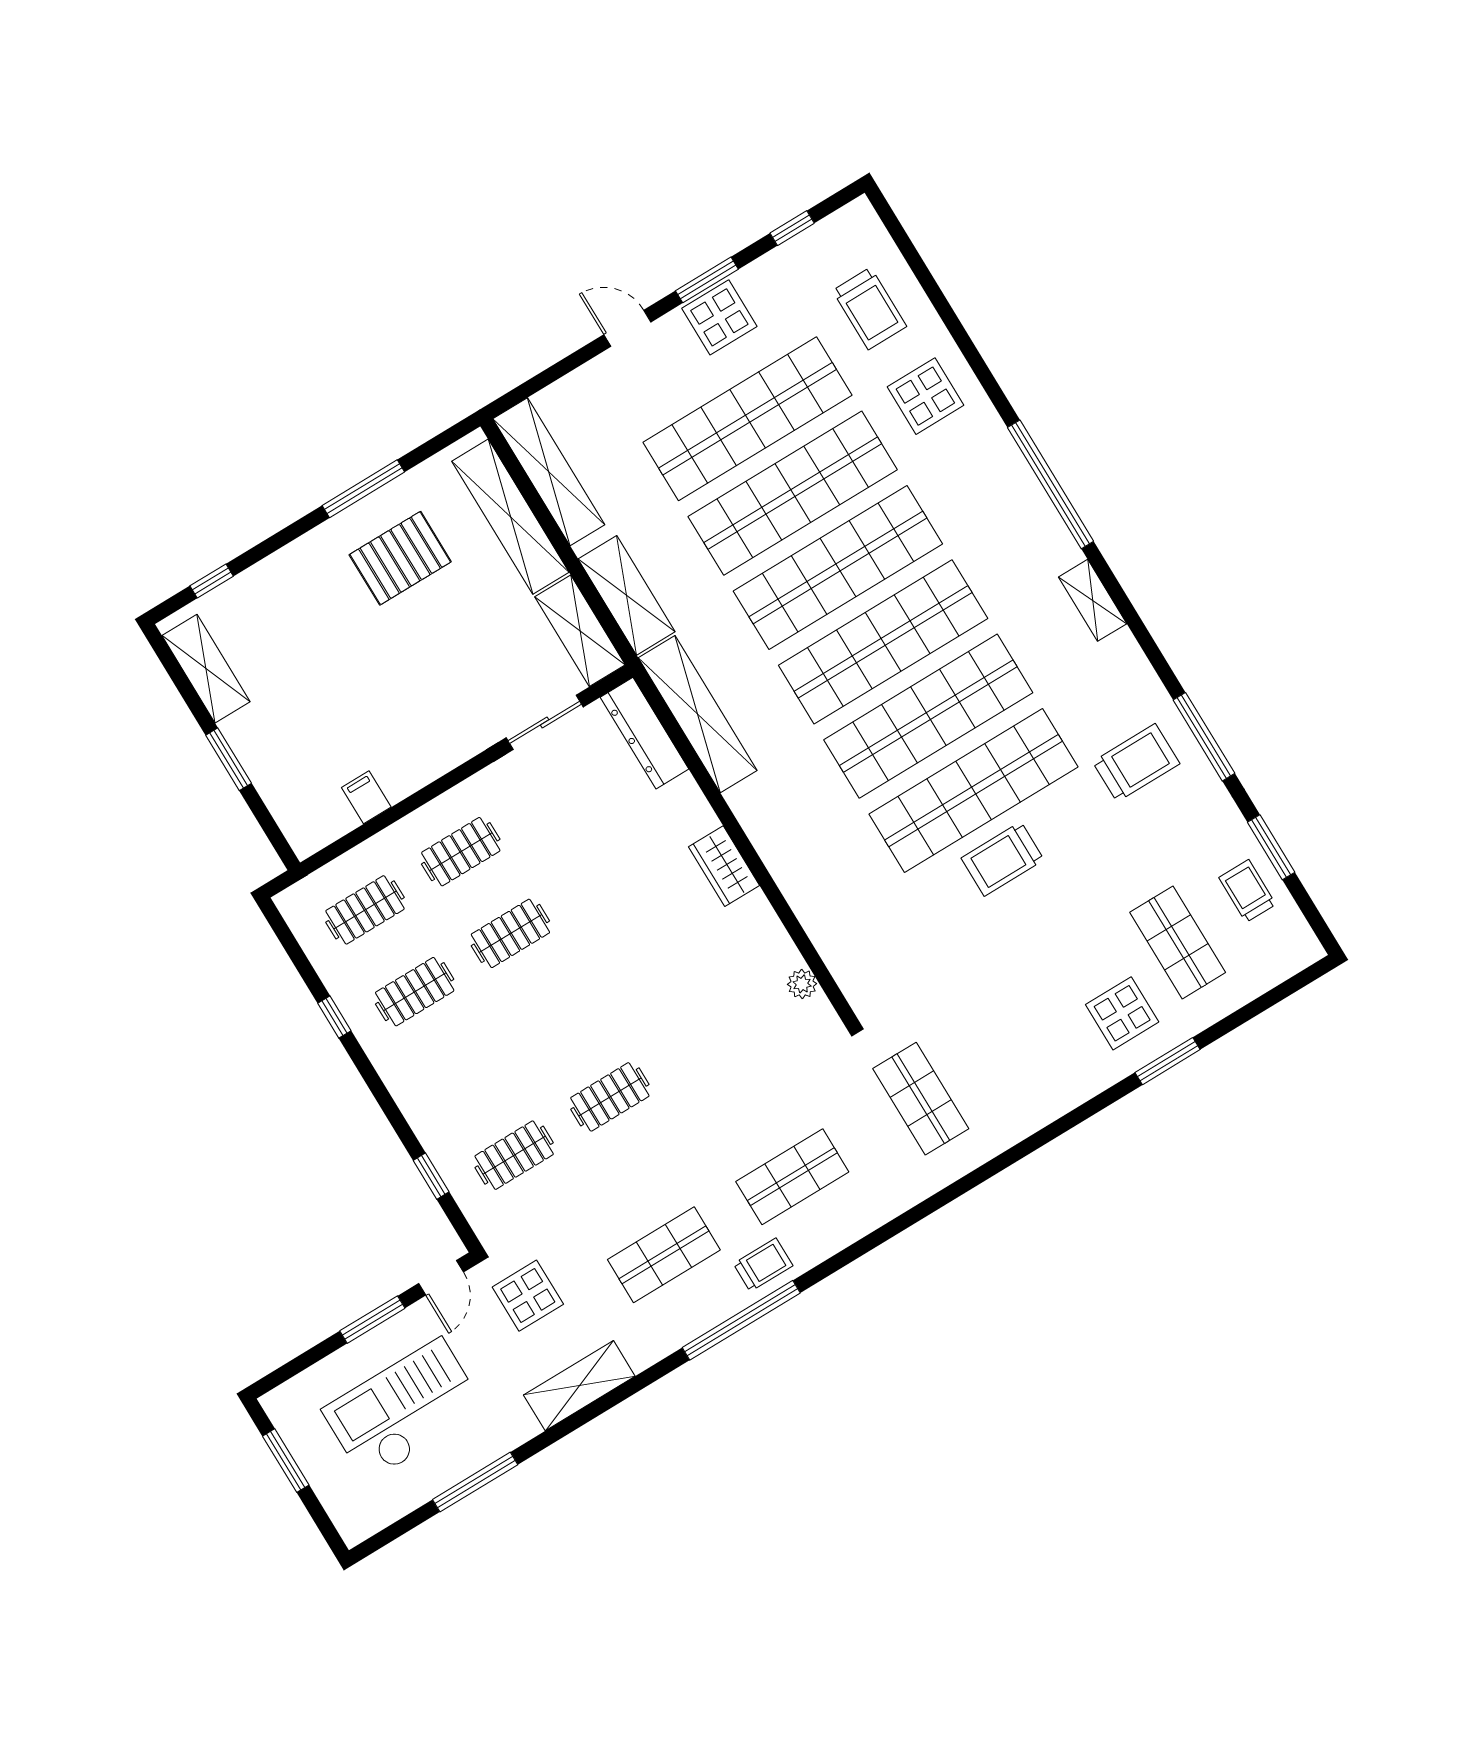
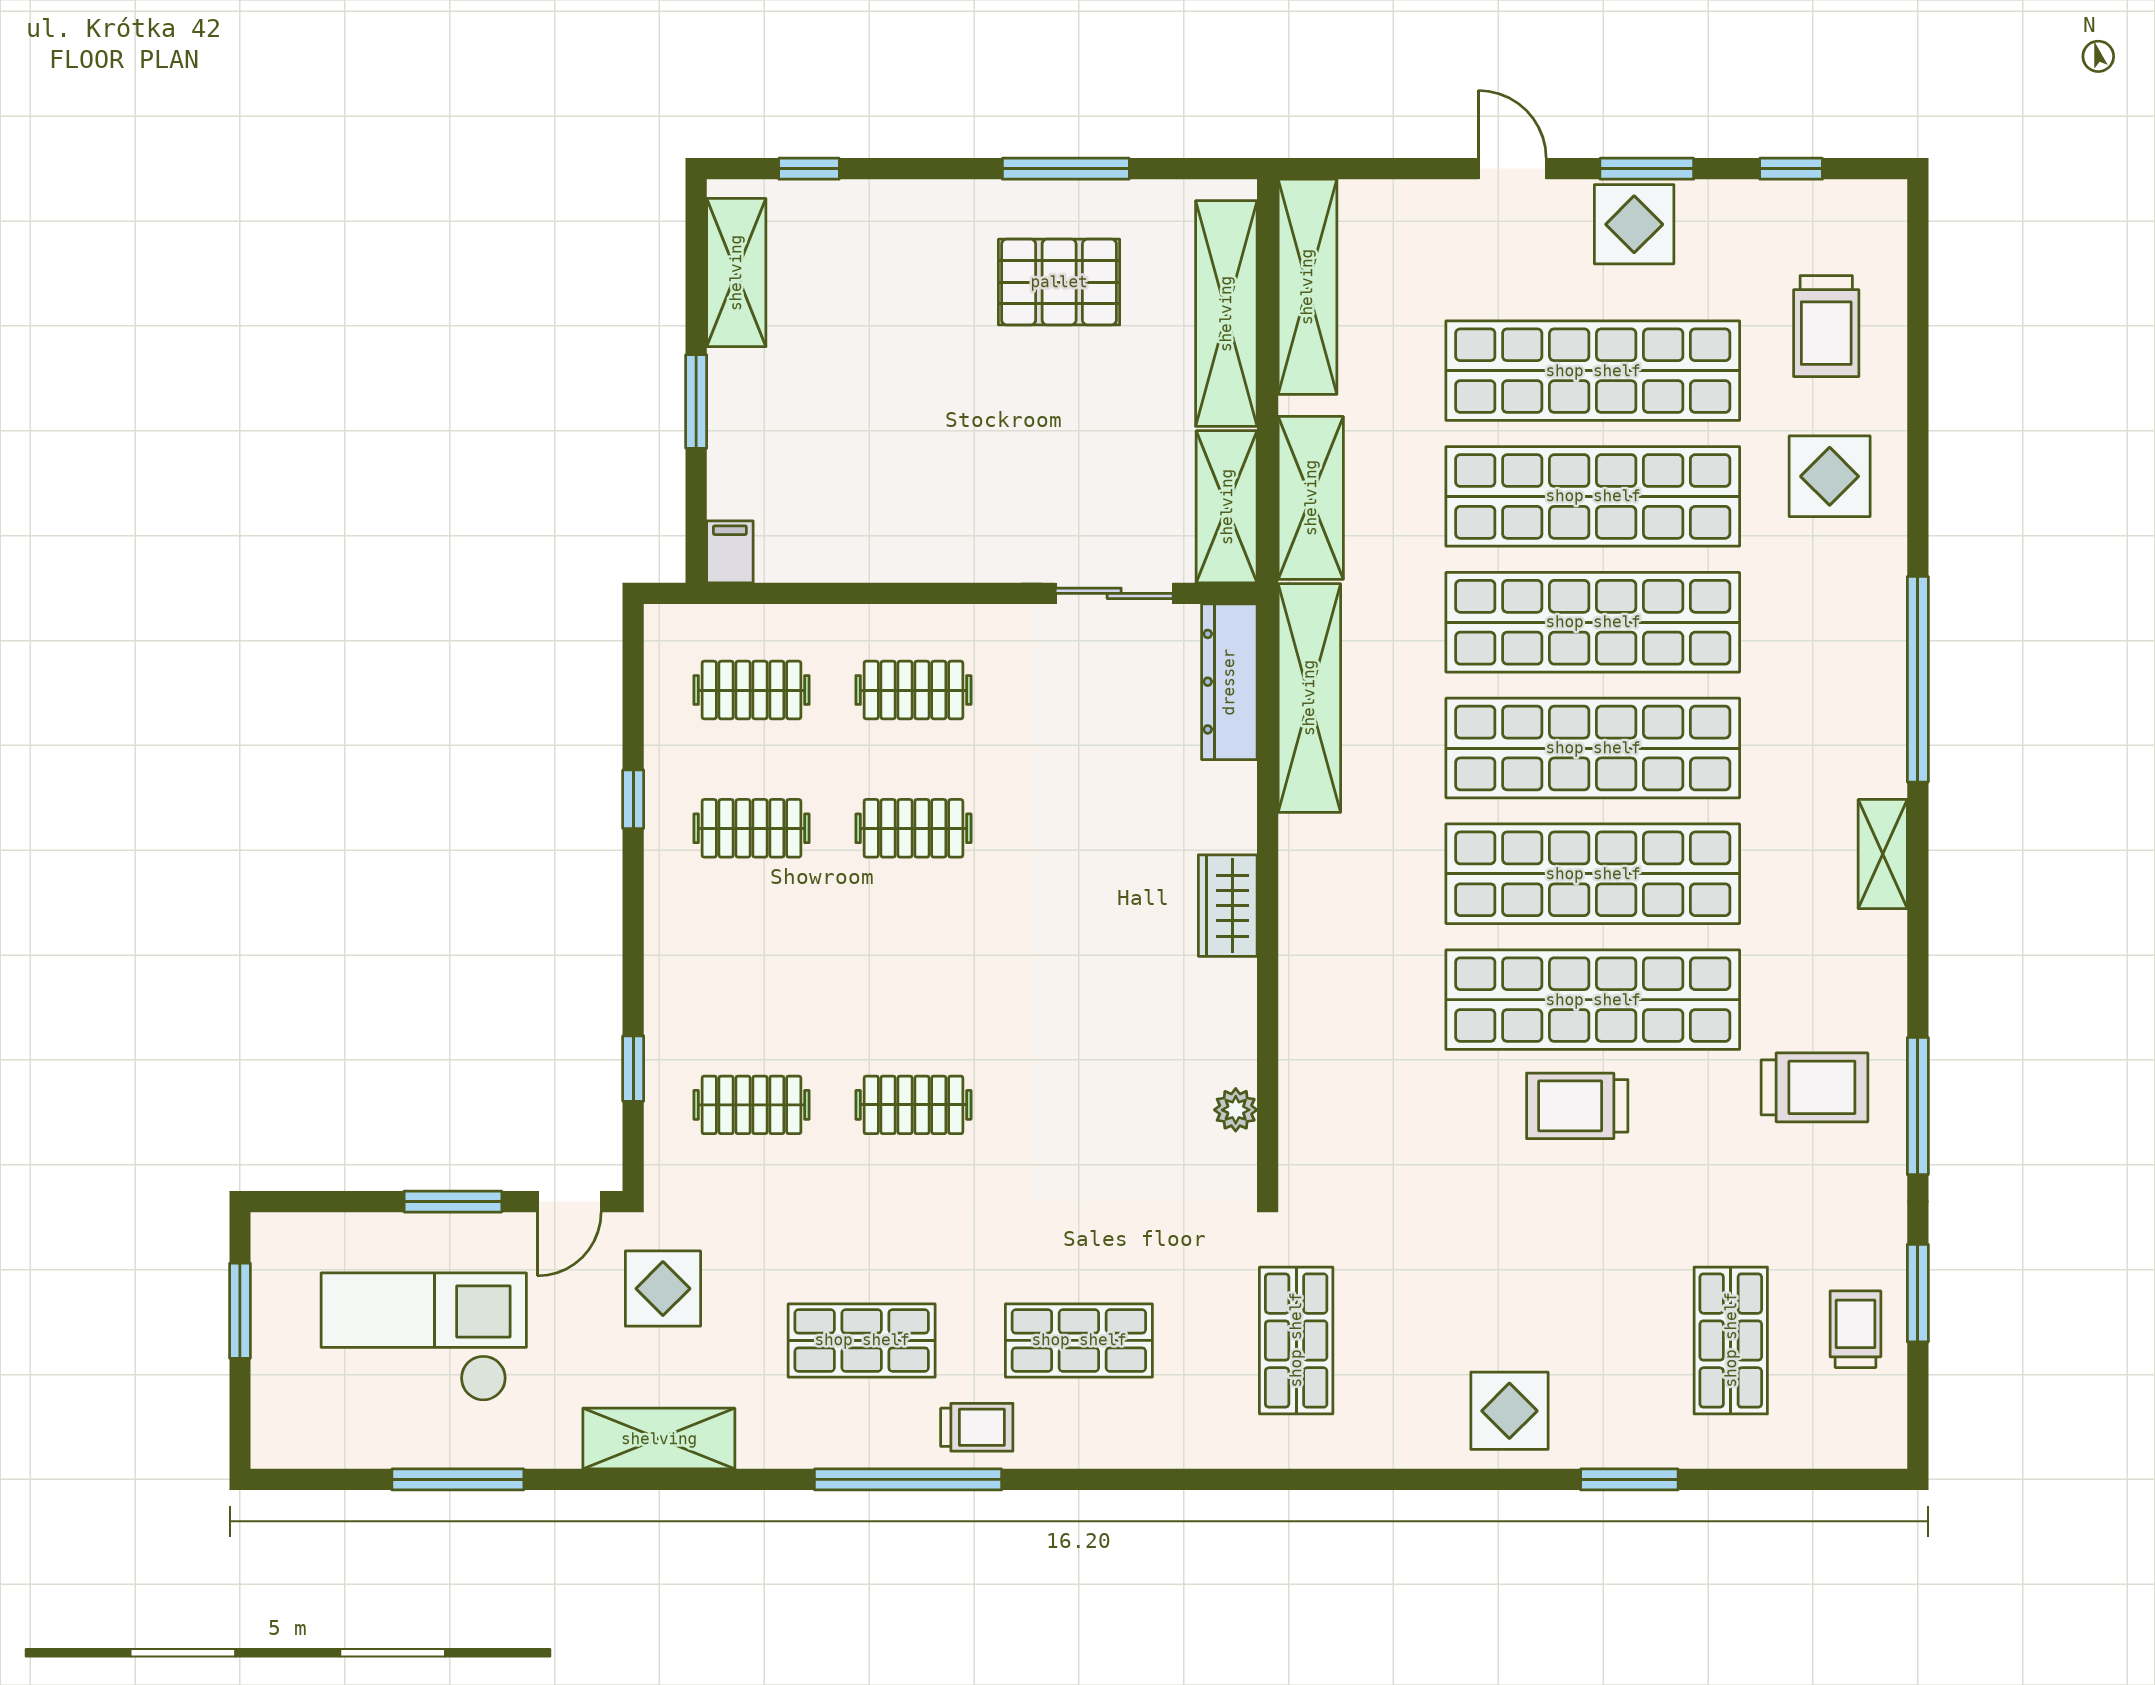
filing cabinet: (366, 797) -> (730, 552), moved
display table: (1122, 1013) -> (1509, 1411), moved

